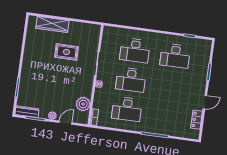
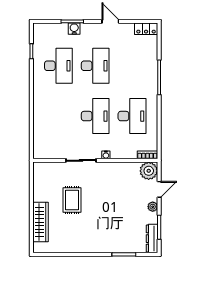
desk: (135, 50) -> (95, 66), moved
water cooler: (203, 72) -> (74, 29), added
plant: (83, 104) -> (149, 171), moved
locker: (197, 120) -> (146, 29), moved
door: (66, 123) -> (159, 189), swing flipped

